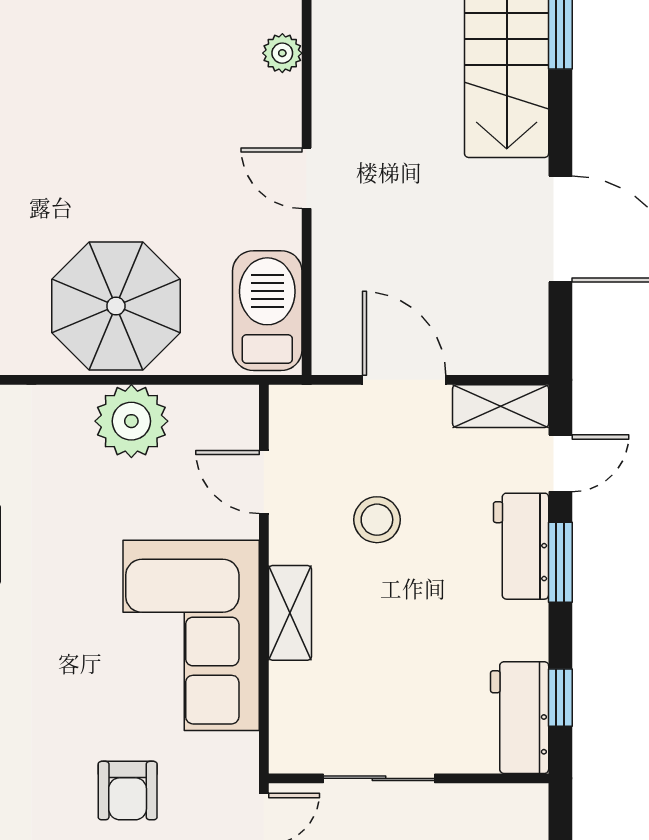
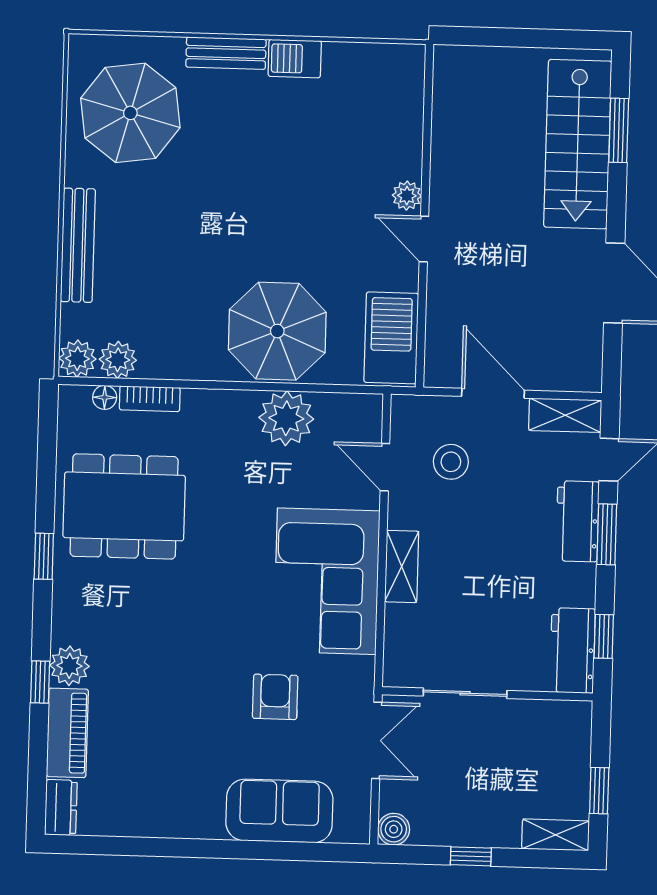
plant: (282, 53) -> (407, 196), moved
stool: (377, 520) -> (451, 462), moved
armchair: (128, 791) -> (275, 697), turned 180

